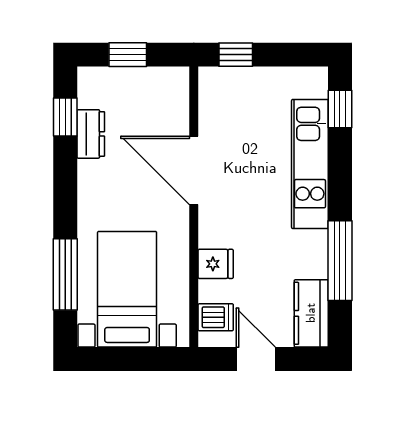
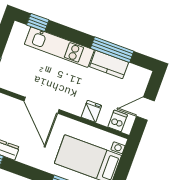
door: (194, 170) -> (42, 105), hinge flipped
kitchen counter: (311, 313) -> (109, 65), moved

